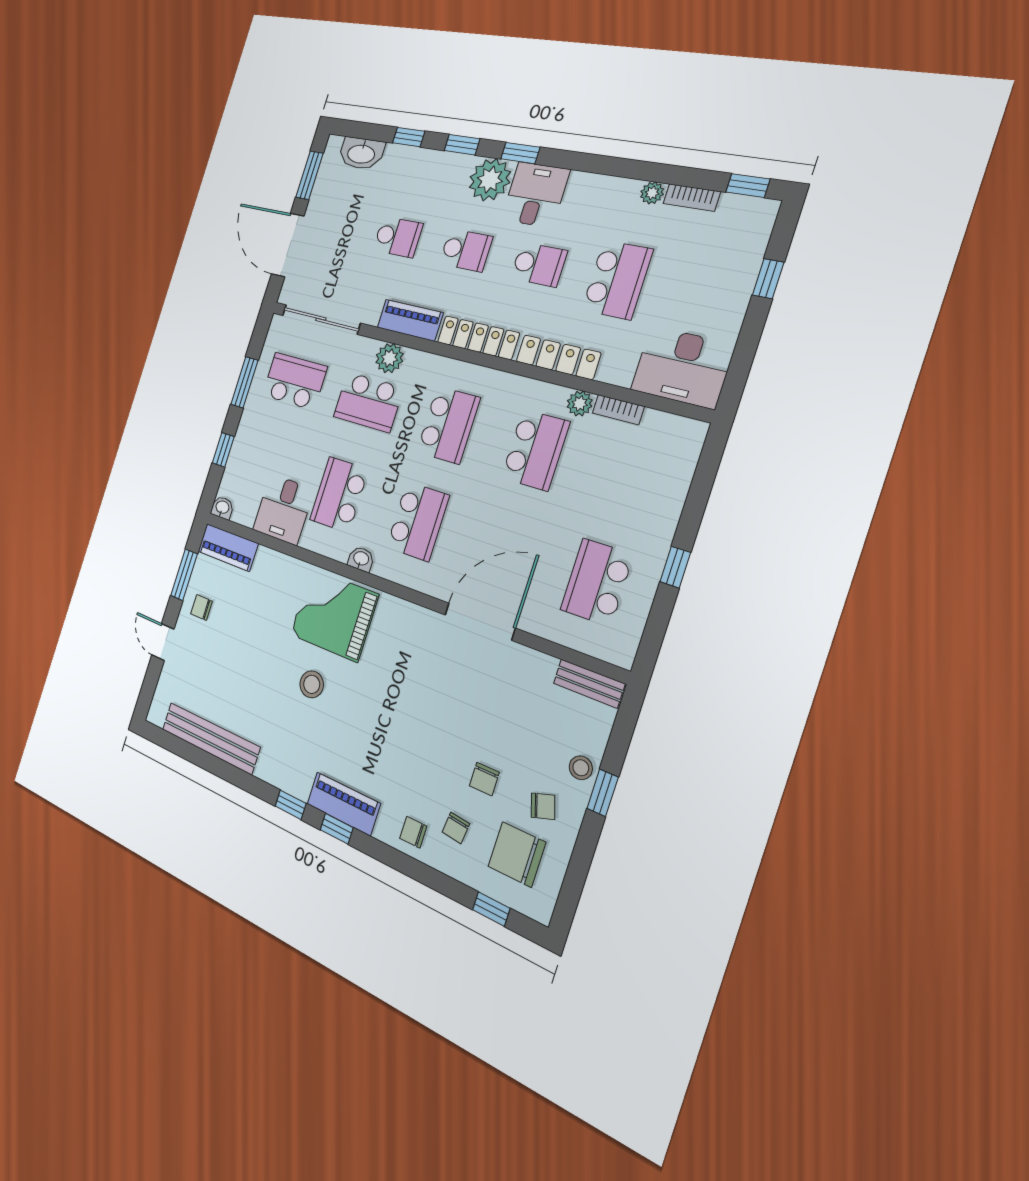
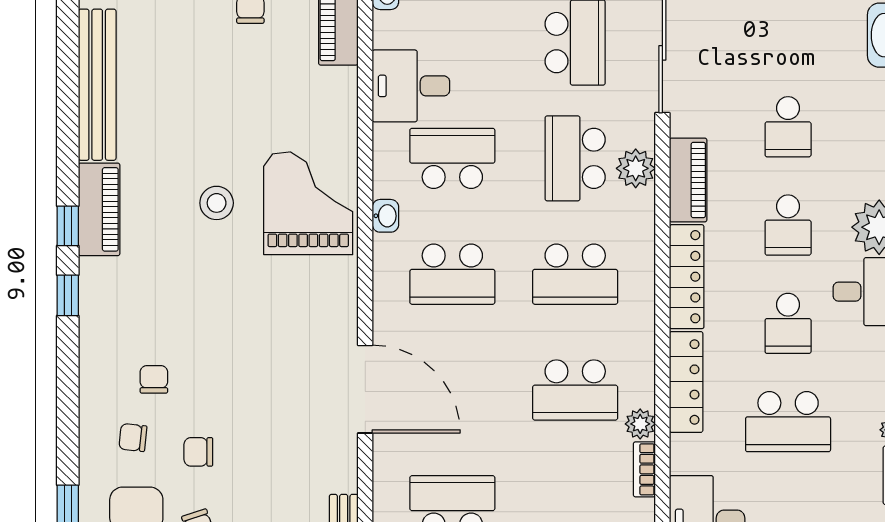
piano: (343, 804) -> (99, 209), moved
chair: (413, 832) -> (154, 379), moved

